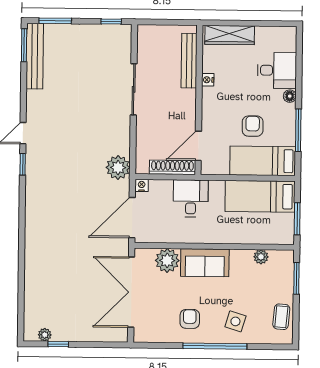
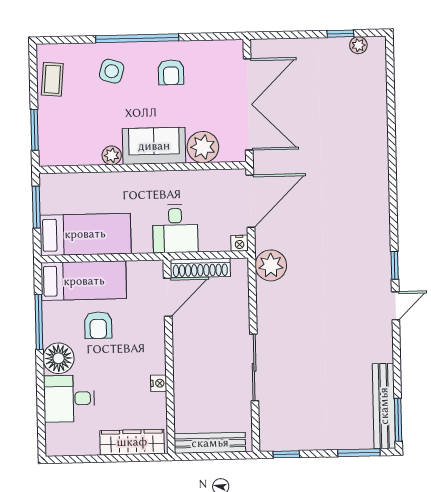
bench: (189, 61) -> (210, 443), moved, turned 90
floor lamp: (290, 96) -> (59, 358), width x1.89, depth x1.89
plant: (261, 257) -> (112, 155), moved

